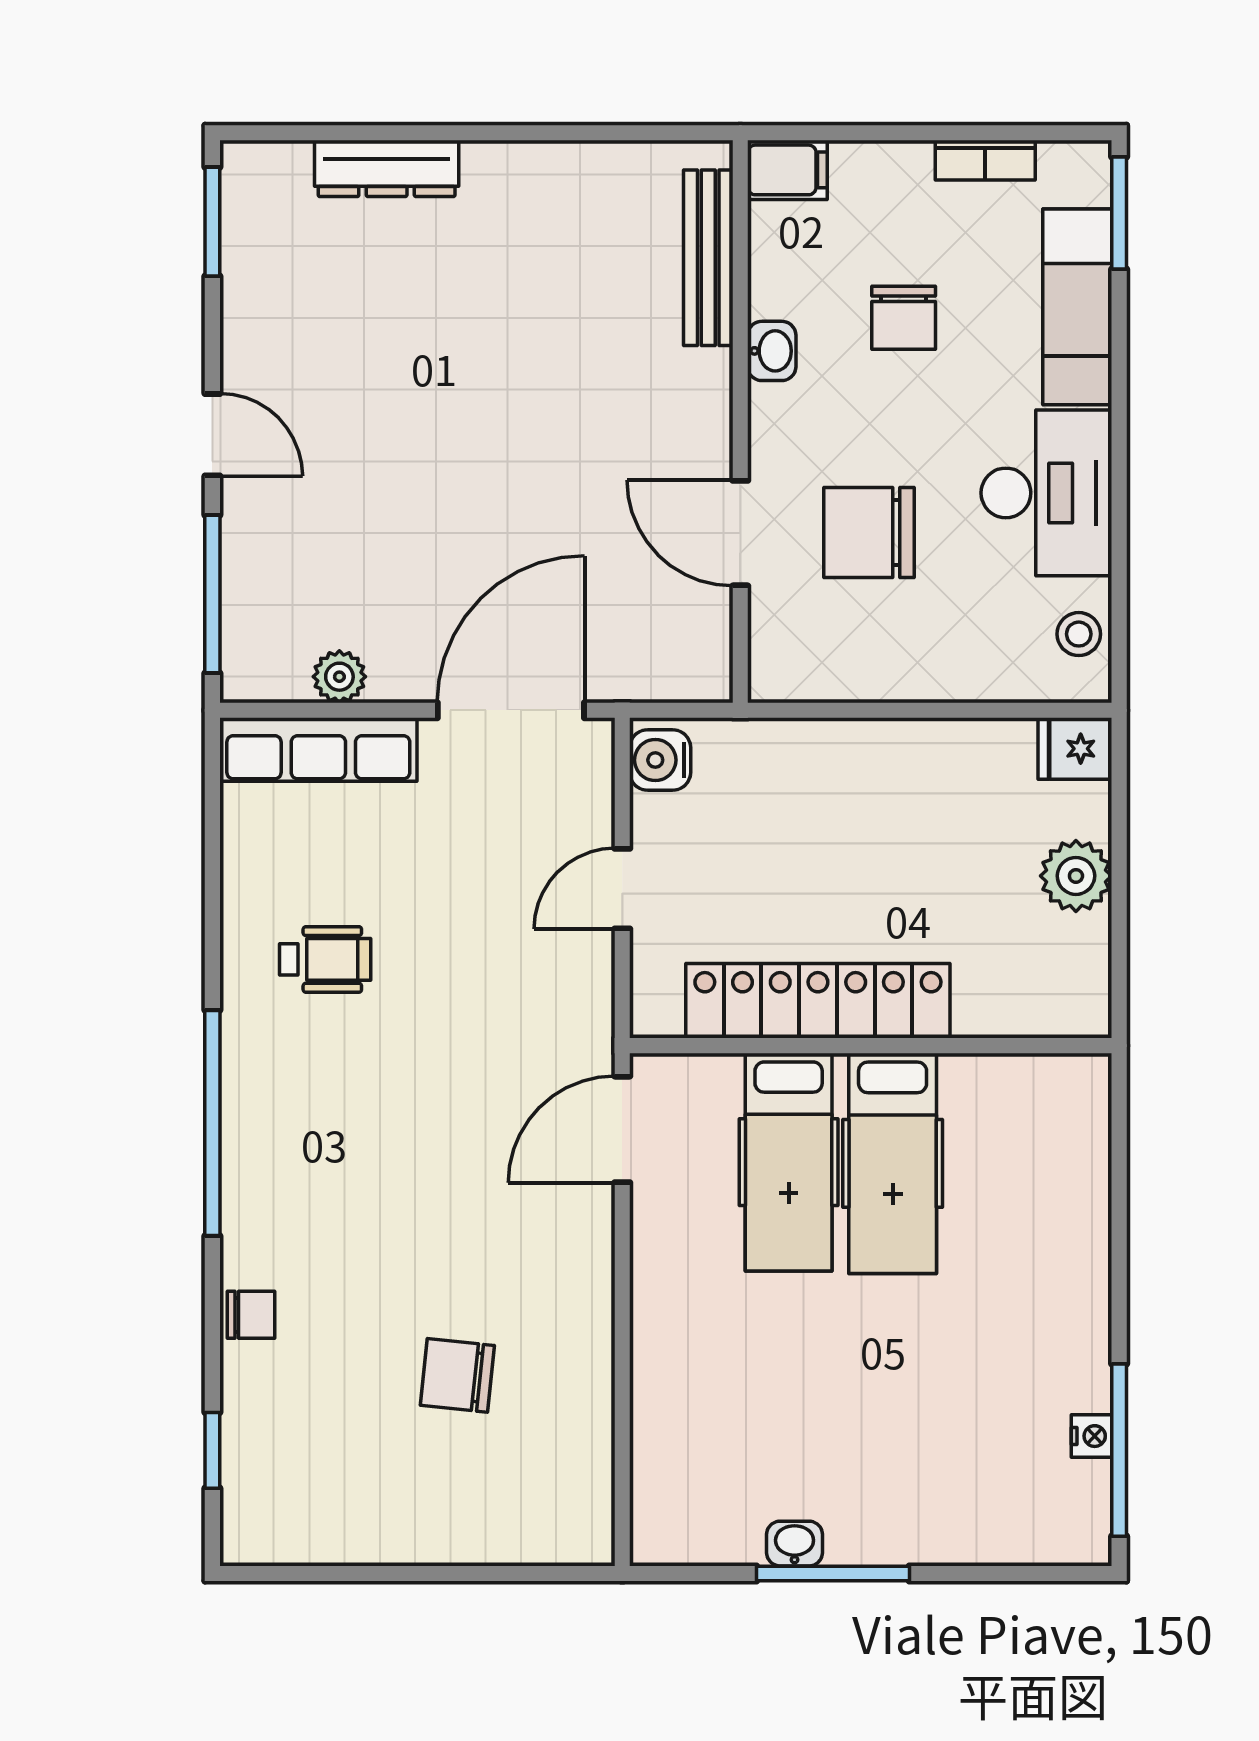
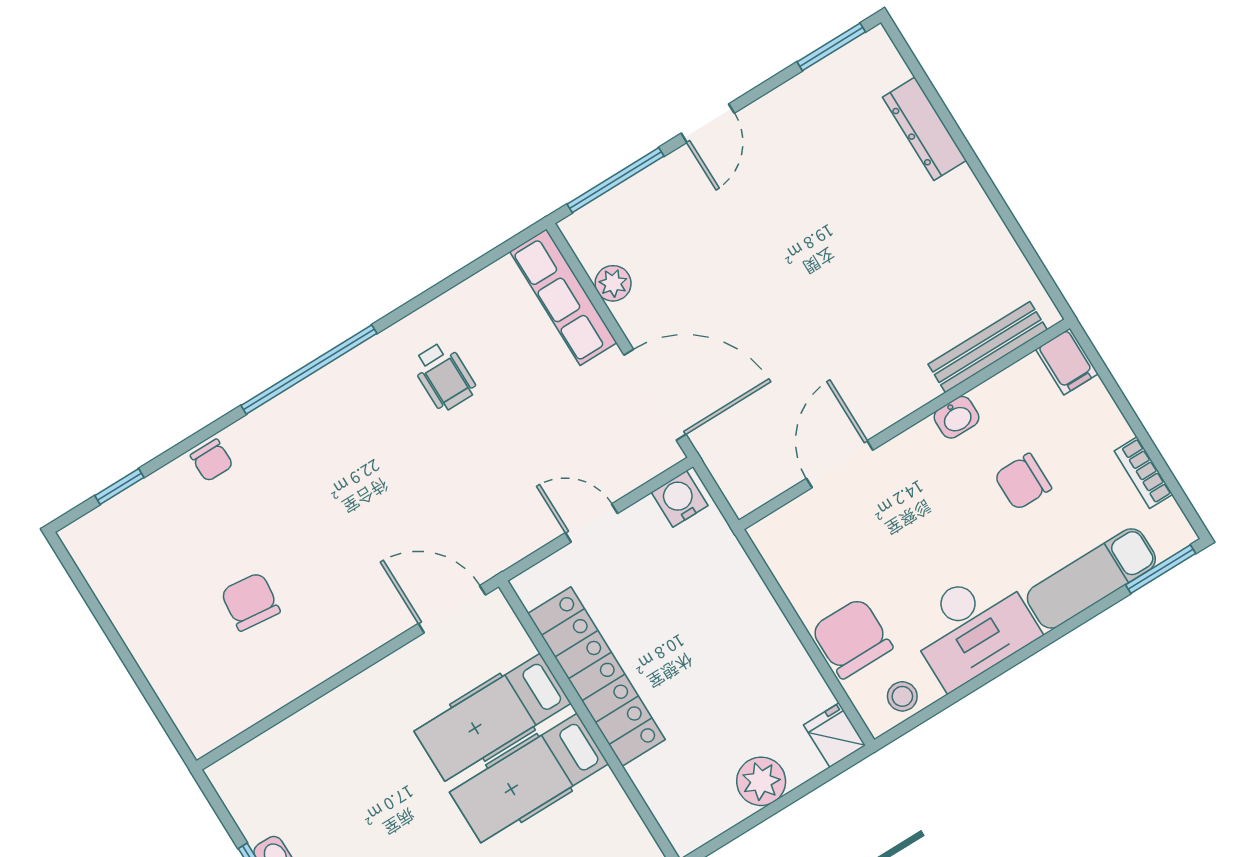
chair: (869, 532) -> (852, 638), moved

